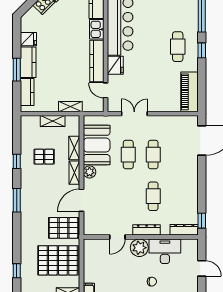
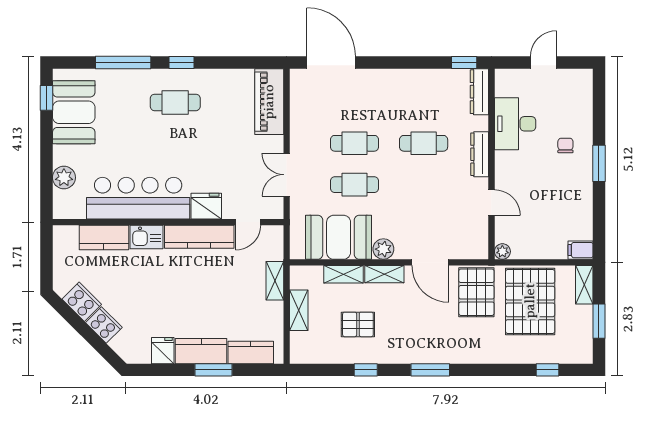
piano: (190, 92) -> (269, 102), moved, turned 90
pallet: (44, 157) -> (358, 324), turned 90
plant: (139, 248) -> (502, 251), moved, width x0.53, depth x0.53

